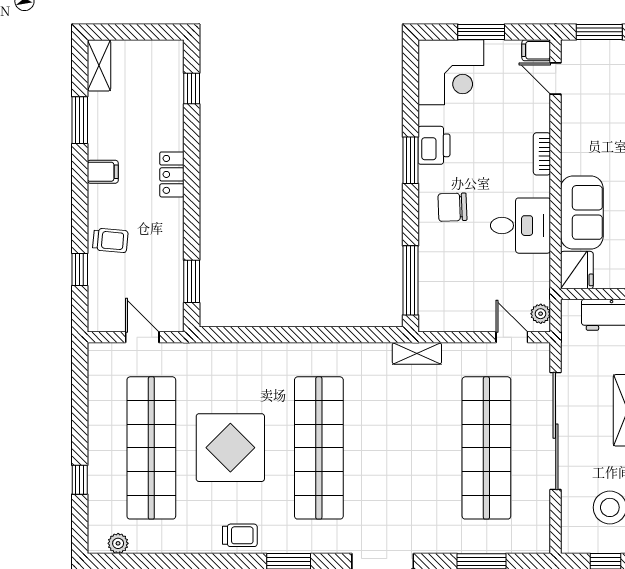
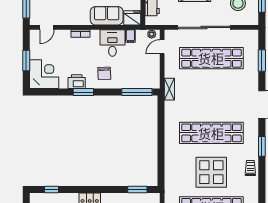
filing cabinet: (536, 50) -> (130, 36), moved

